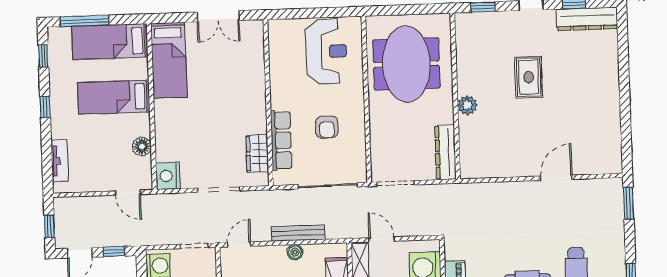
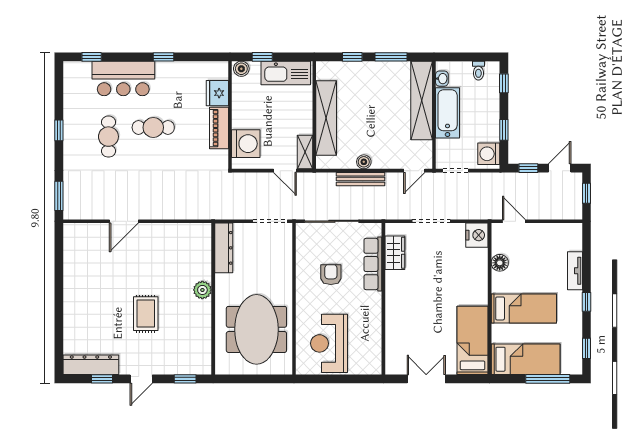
tv unit: (60, 161) -> (575, 271), moved

